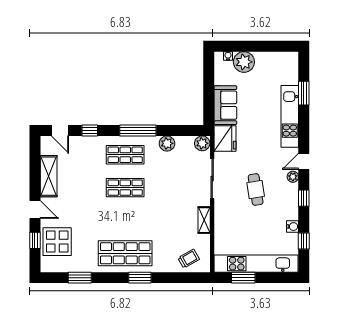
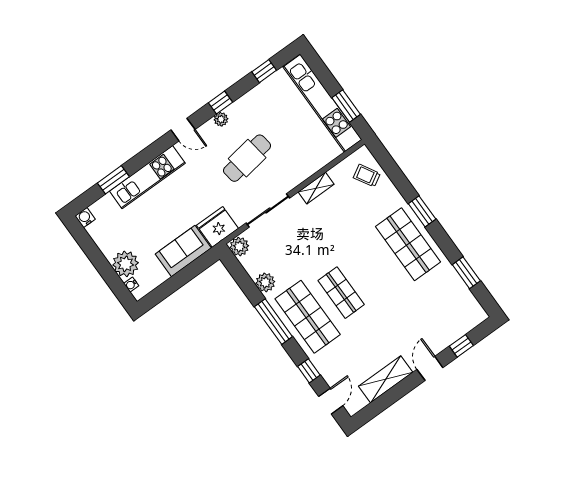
shop shelf: (125, 155) -> (308, 317), width x1.43, depth x1.36
plant: (293, 177) -> (221, 119), moved
cafe table: (256, 190) -> (247, 158), width x1.37, depth x1.35
water cooler: (293, 227) -> (85, 218), moved
display table: (57, 242) -> (446, 322), removed

